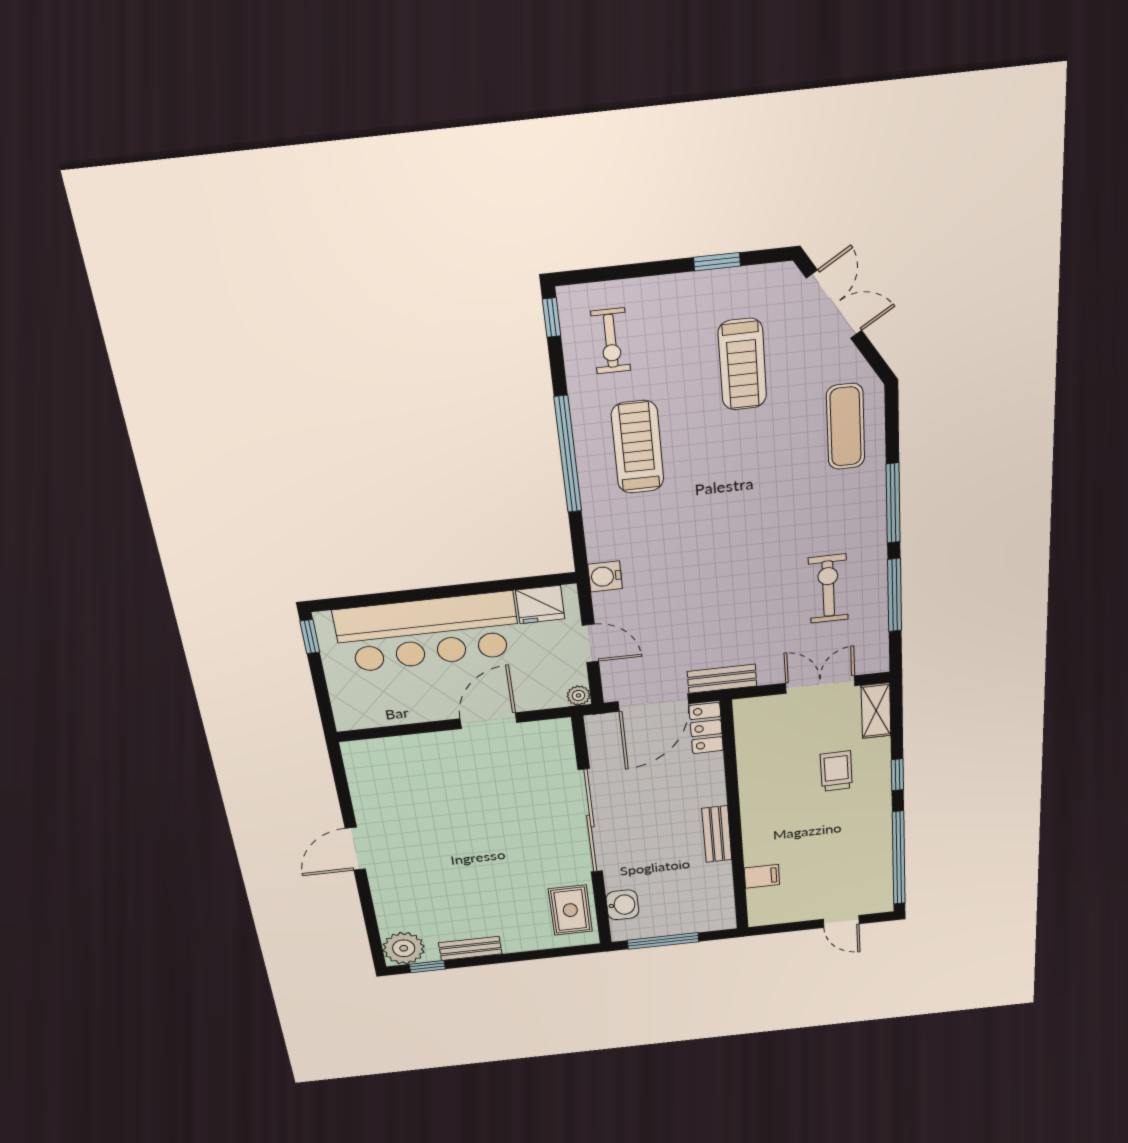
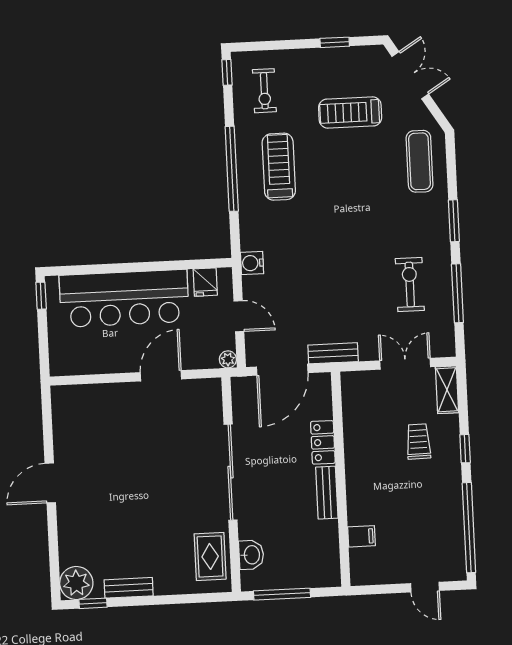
treadmill: (742, 364) -> (350, 112), turned 90
window: (893, 503) -> (454, 221), width x0.69
fridge: (540, 605) -> (205, 282), width x0.72
locker: (706, 728) -> (323, 442), moved

